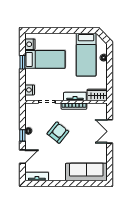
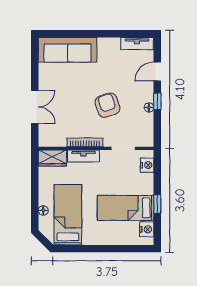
armchair: (58, 133) -> (107, 105), turned 123

